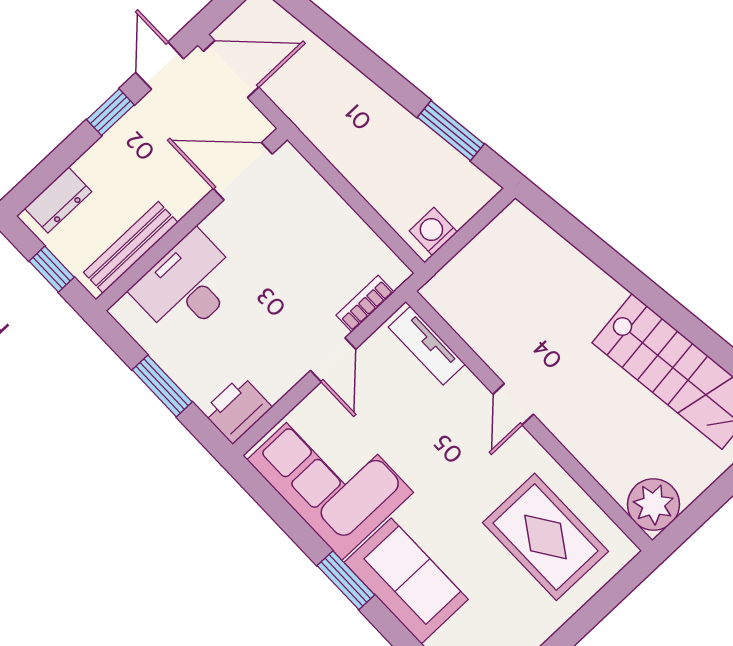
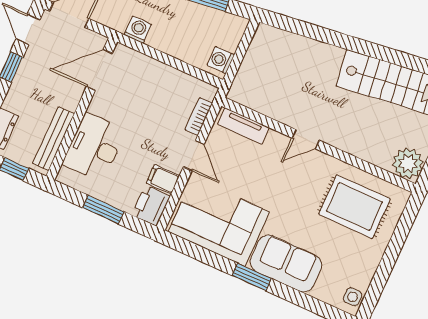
washing machine: (326, 134) -> (138, 30), added
filing cabinet: (272, 377) -> (163, 179), added
door: (513, 404) -> (306, 139), hinge flipped

